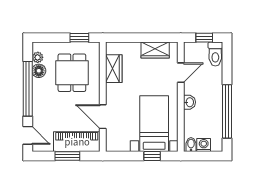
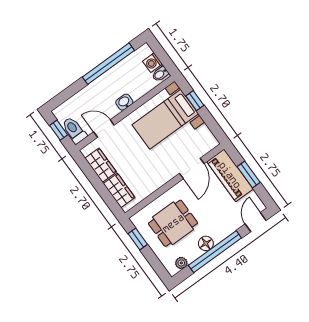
toilet: (215, 54) -> (74, 130), moved, turned -90
wardrobe: (114, 69) -> (119, 191), moved, turned 90
floor lamp: (39, 71) -> (206, 243), moved

